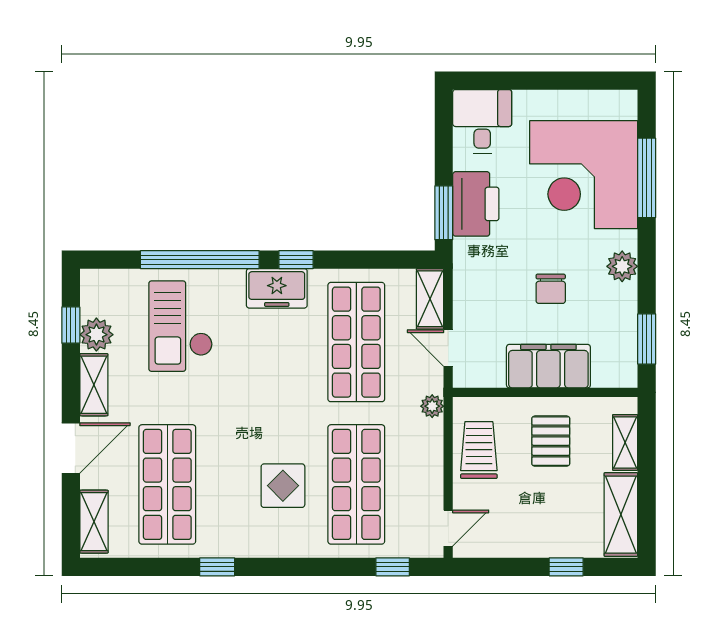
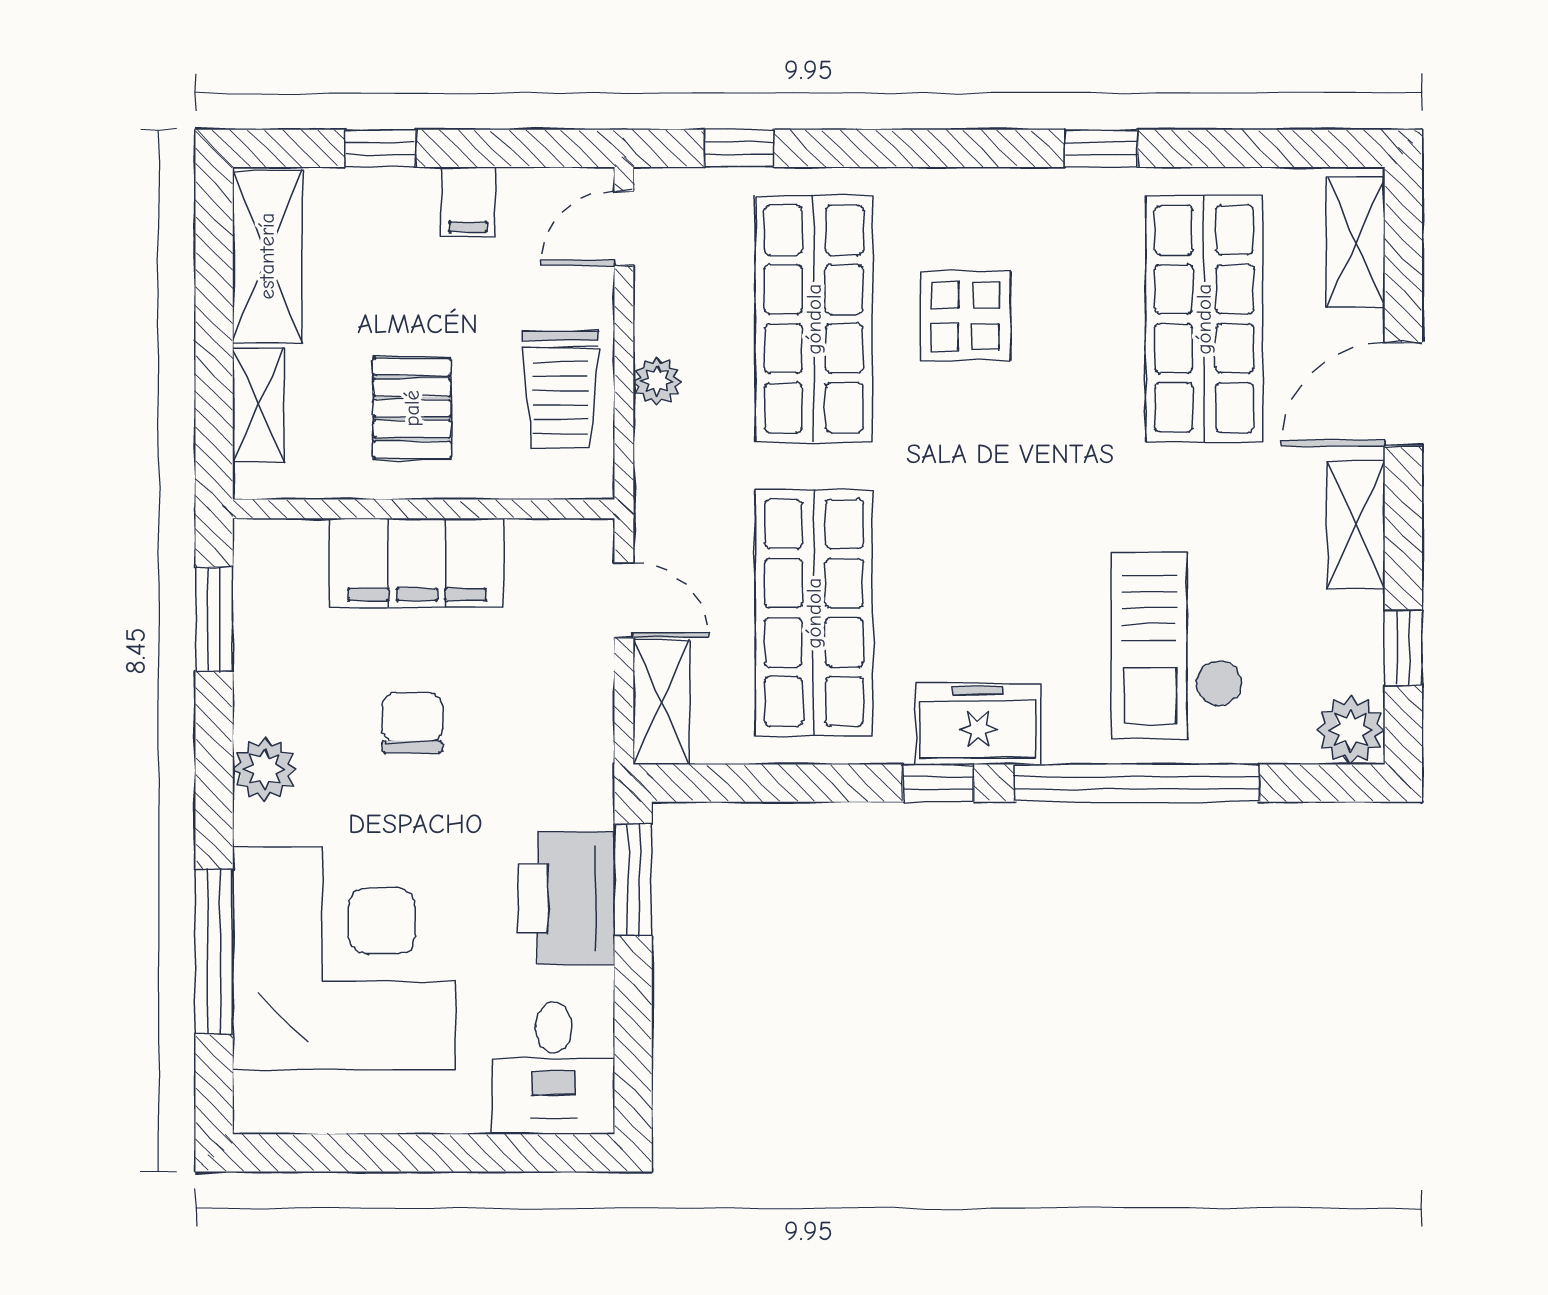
checkout: (181, 326) -> (1177, 646), turned 180
plant: (96, 335) -> (1350, 730), moved
plant: (432, 406) -> (657, 381), moved
filing cabinet: (524, 541) -> (468, 202), added

